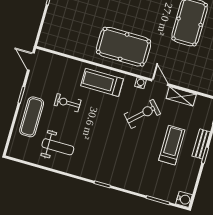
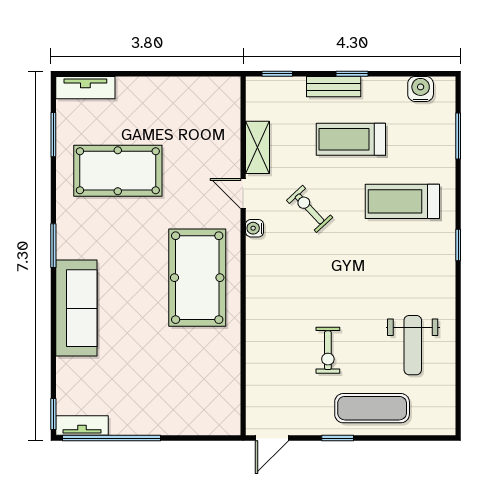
treadmill: (102, 82) -> (402, 201), moved, turned 90
door: (160, 82) -> (243, 194), hinge flipped
exercise bike: (142, 114) -> (310, 209), width x0.73, depth x0.72
weight bench: (58, 147) -> (413, 345), turned 180
water cooler: (184, 199) -> (421, 89), moved

